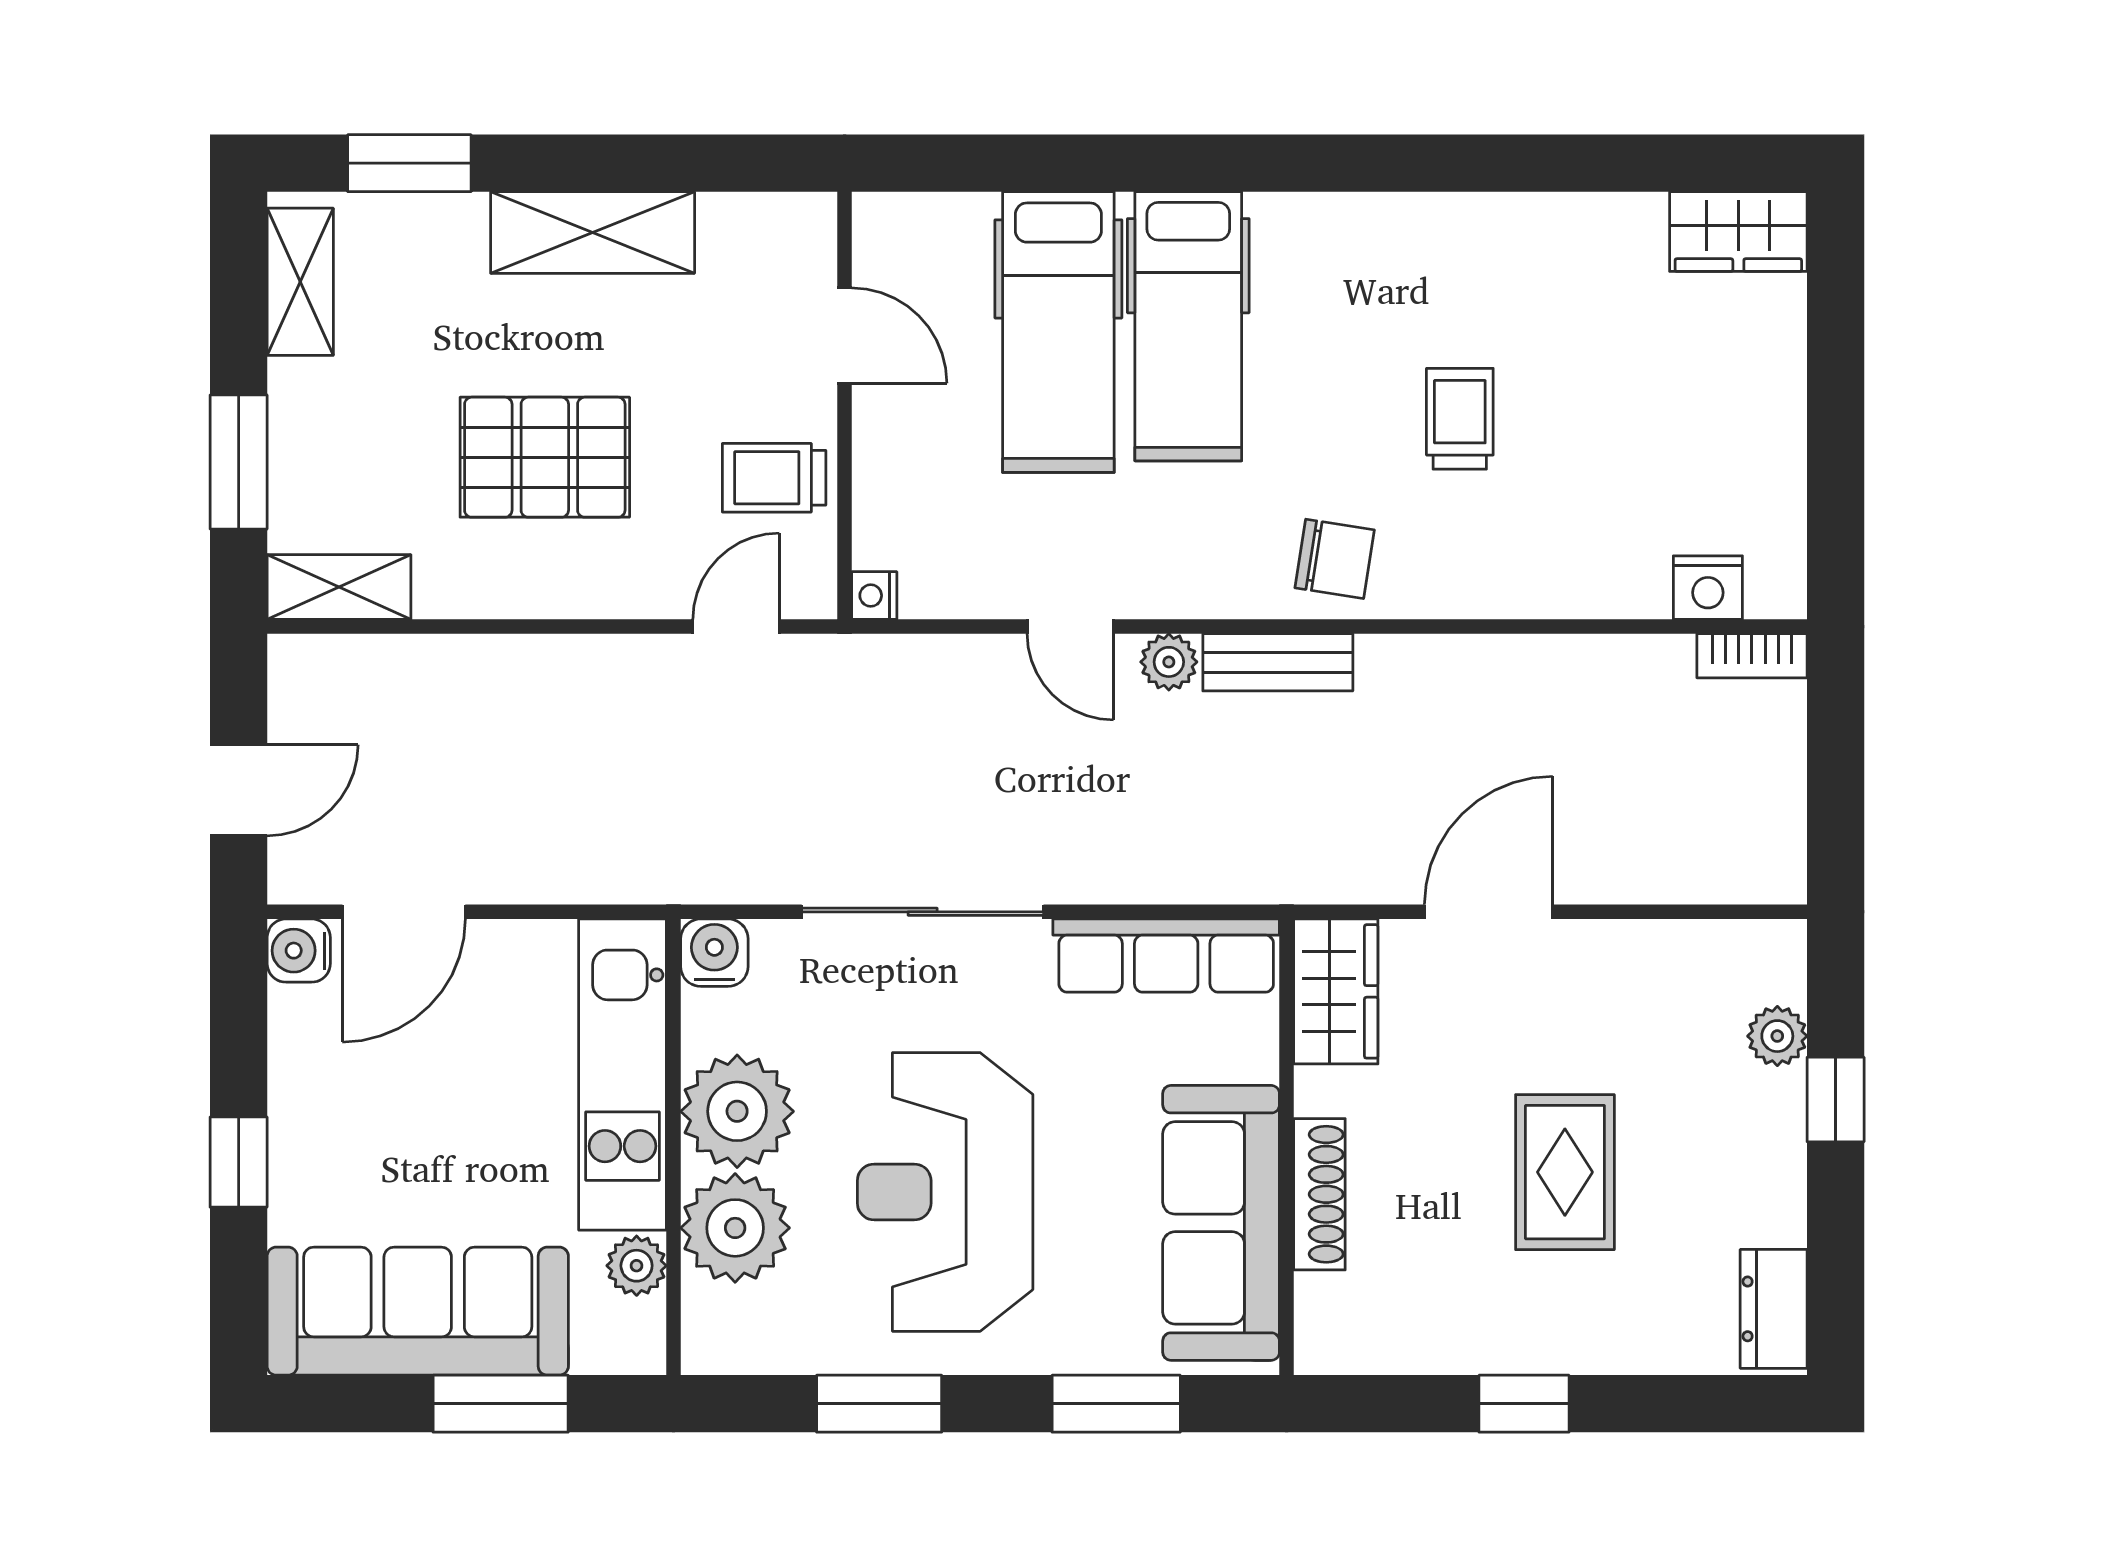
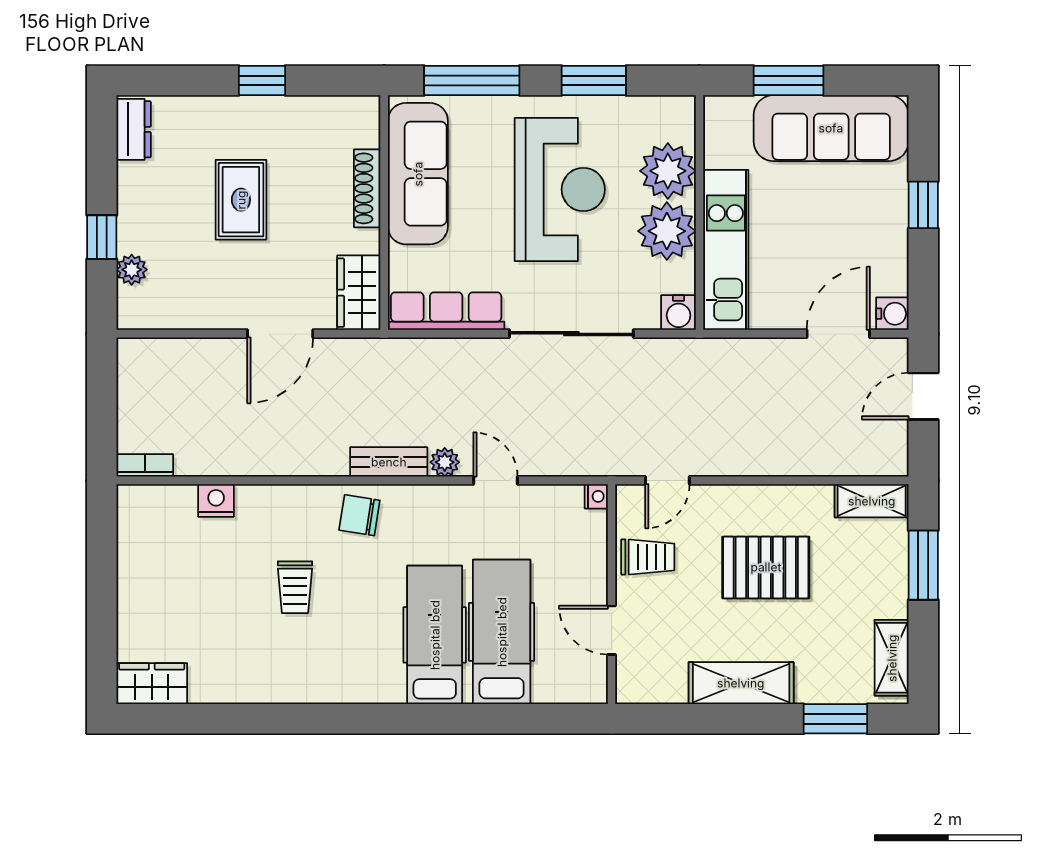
nightstand: (1708, 588) -> (216, 500), moved
plant: (637, 1266) -> (719, 152), removed
window: (1116, 1404) -> (472, 81), width x1.44

